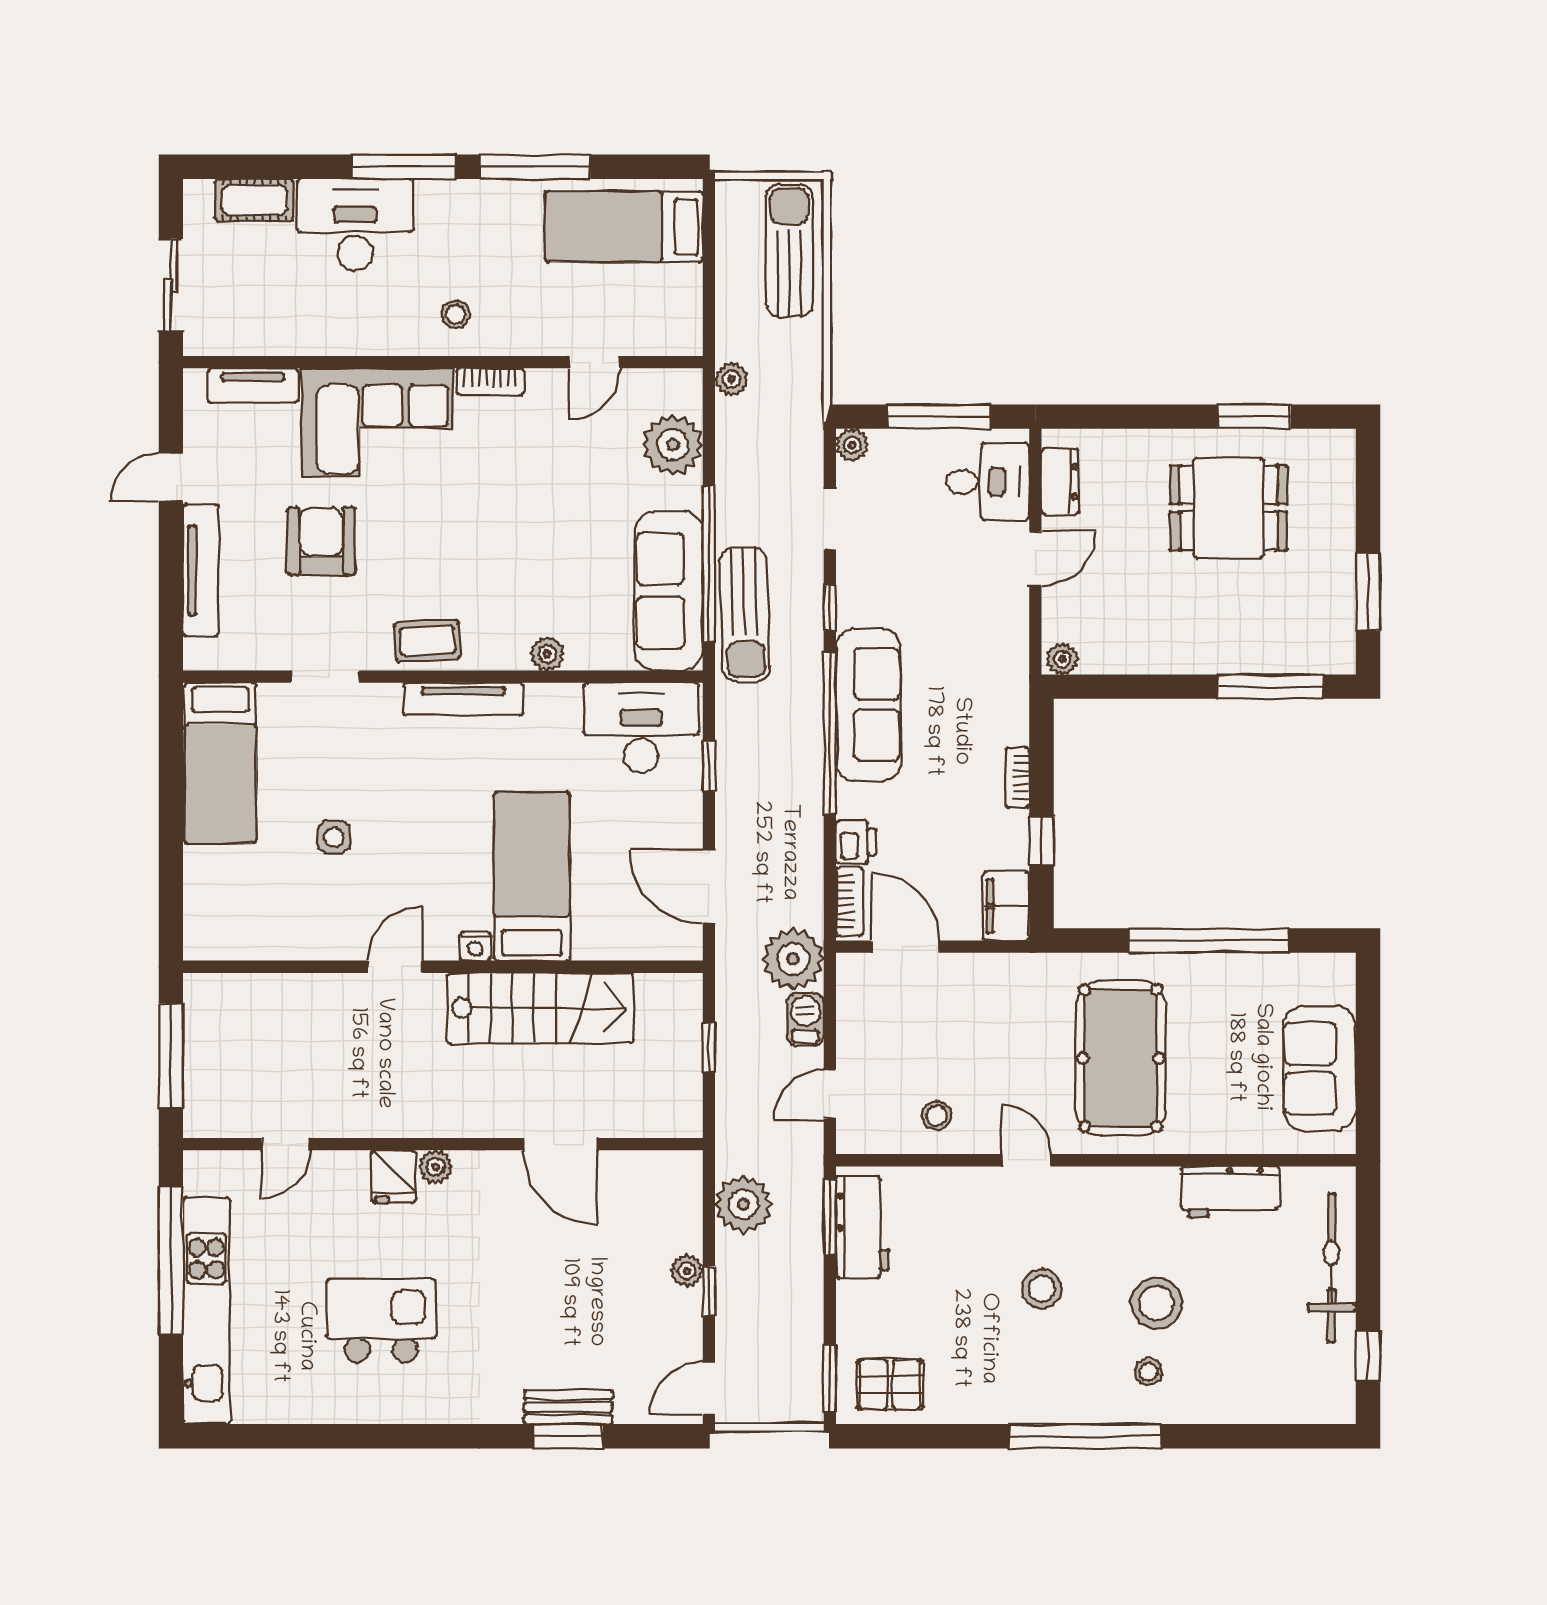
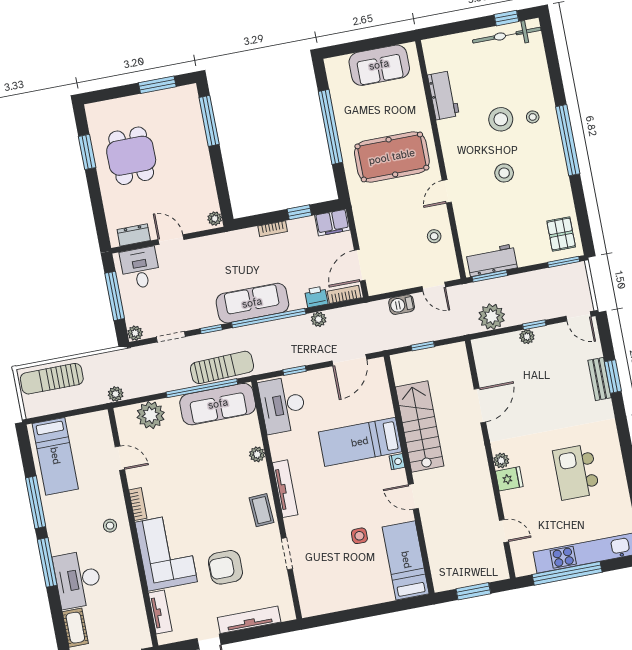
bed: (220, 763) -> (406, 560), moved, turned -90
plant: (793, 959) -> (319, 319), moved, width x0.53, depth x0.53
window: (171, 1055) -> (473, 591), width x0.69
bicycle: (1332, 1268) -> (507, 35), moved

